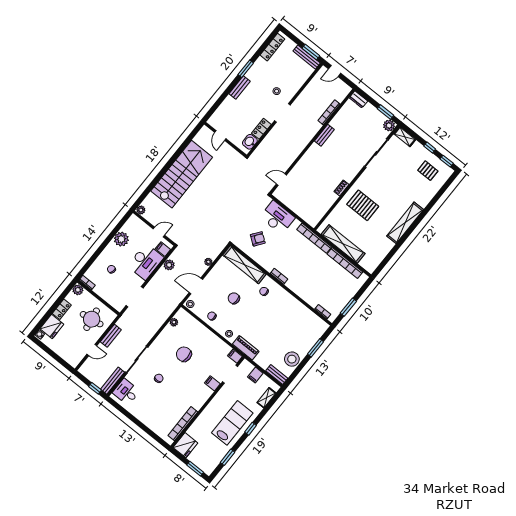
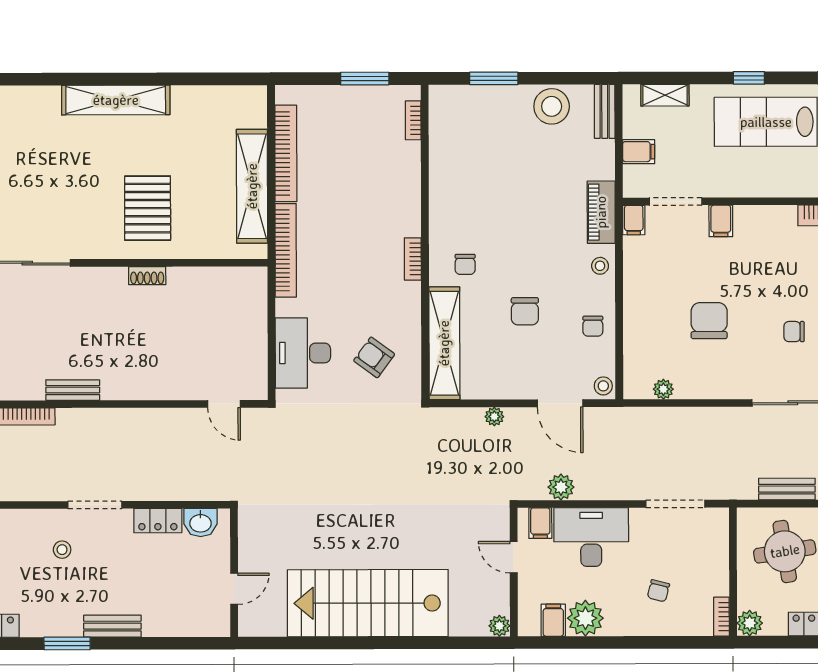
filing cabinet: (129, 228) -> (553, 620), added
chair: (184, 354) -> (709, 321), turned 180

